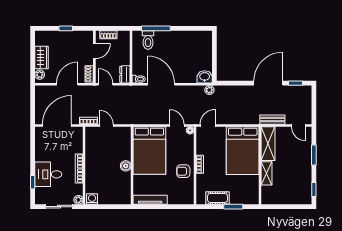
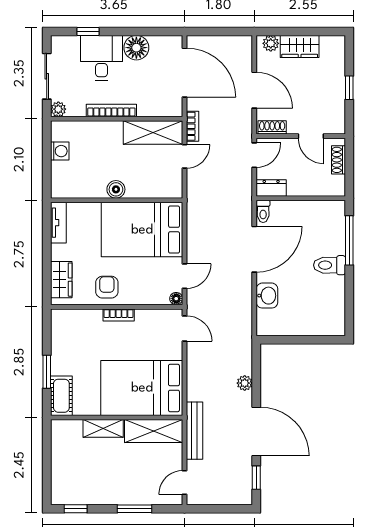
toilet: (148, 40) -> (330, 265), moved
washbasin: (205, 77) -> (267, 296), moved
plant: (209, 90) -> (245, 383), moved
bench: (272, 120) -> (194, 431), width x1.36
shelving: (92, 144) -> (153, 132), added
floor lamp: (42, 154) -> (136, 48), added
wardrobe: (179, 198) -> (61, 280), added
cot: (218, 198) -> (61, 396), moved
washing machine: (92, 199) -> (60, 151), moved
tv unit: (150, 200) -> (58, 223), width x0.71

